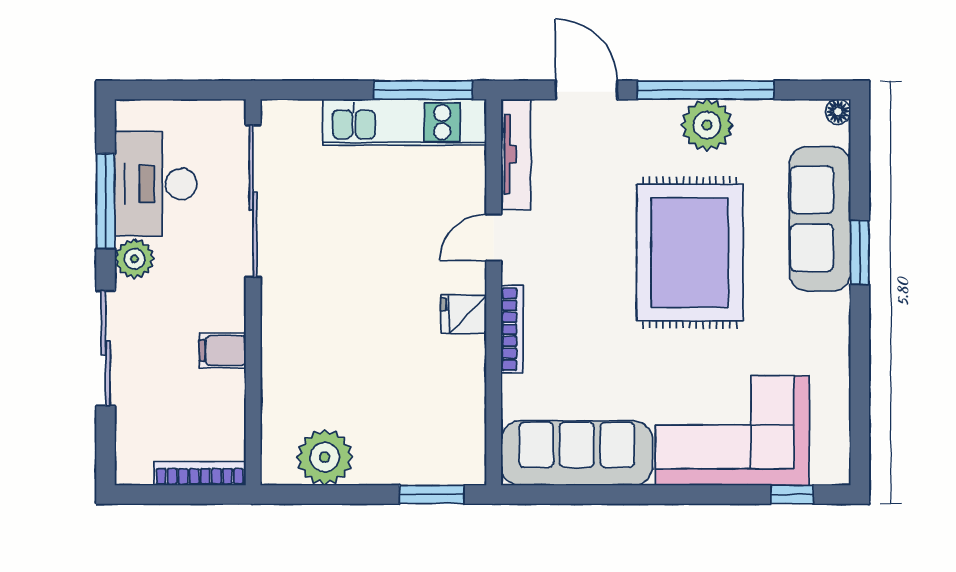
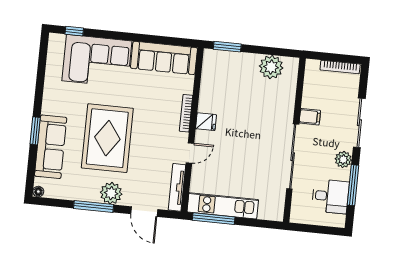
window: (706, 90) -> (94, 206), width x0.68
plant: (707, 125) -> (111, 193), moved
desk: (156, 184) -> (330, 196), width x0.73
sliding door: (253, 201) -> (293, 157), moved
bookcase: (200, 474) -> (340, 67), moved

